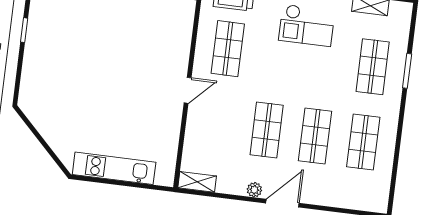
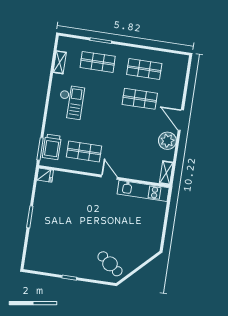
cafe table: (48, 95) -> (110, 264), added
shop shelf: (267, 130) -> (135, 129), removed
kitchen unit: (114, 168) -> (143, 191), moved, turned -90
plant: (254, 190) -> (167, 141), width x1.88, depth x1.88

